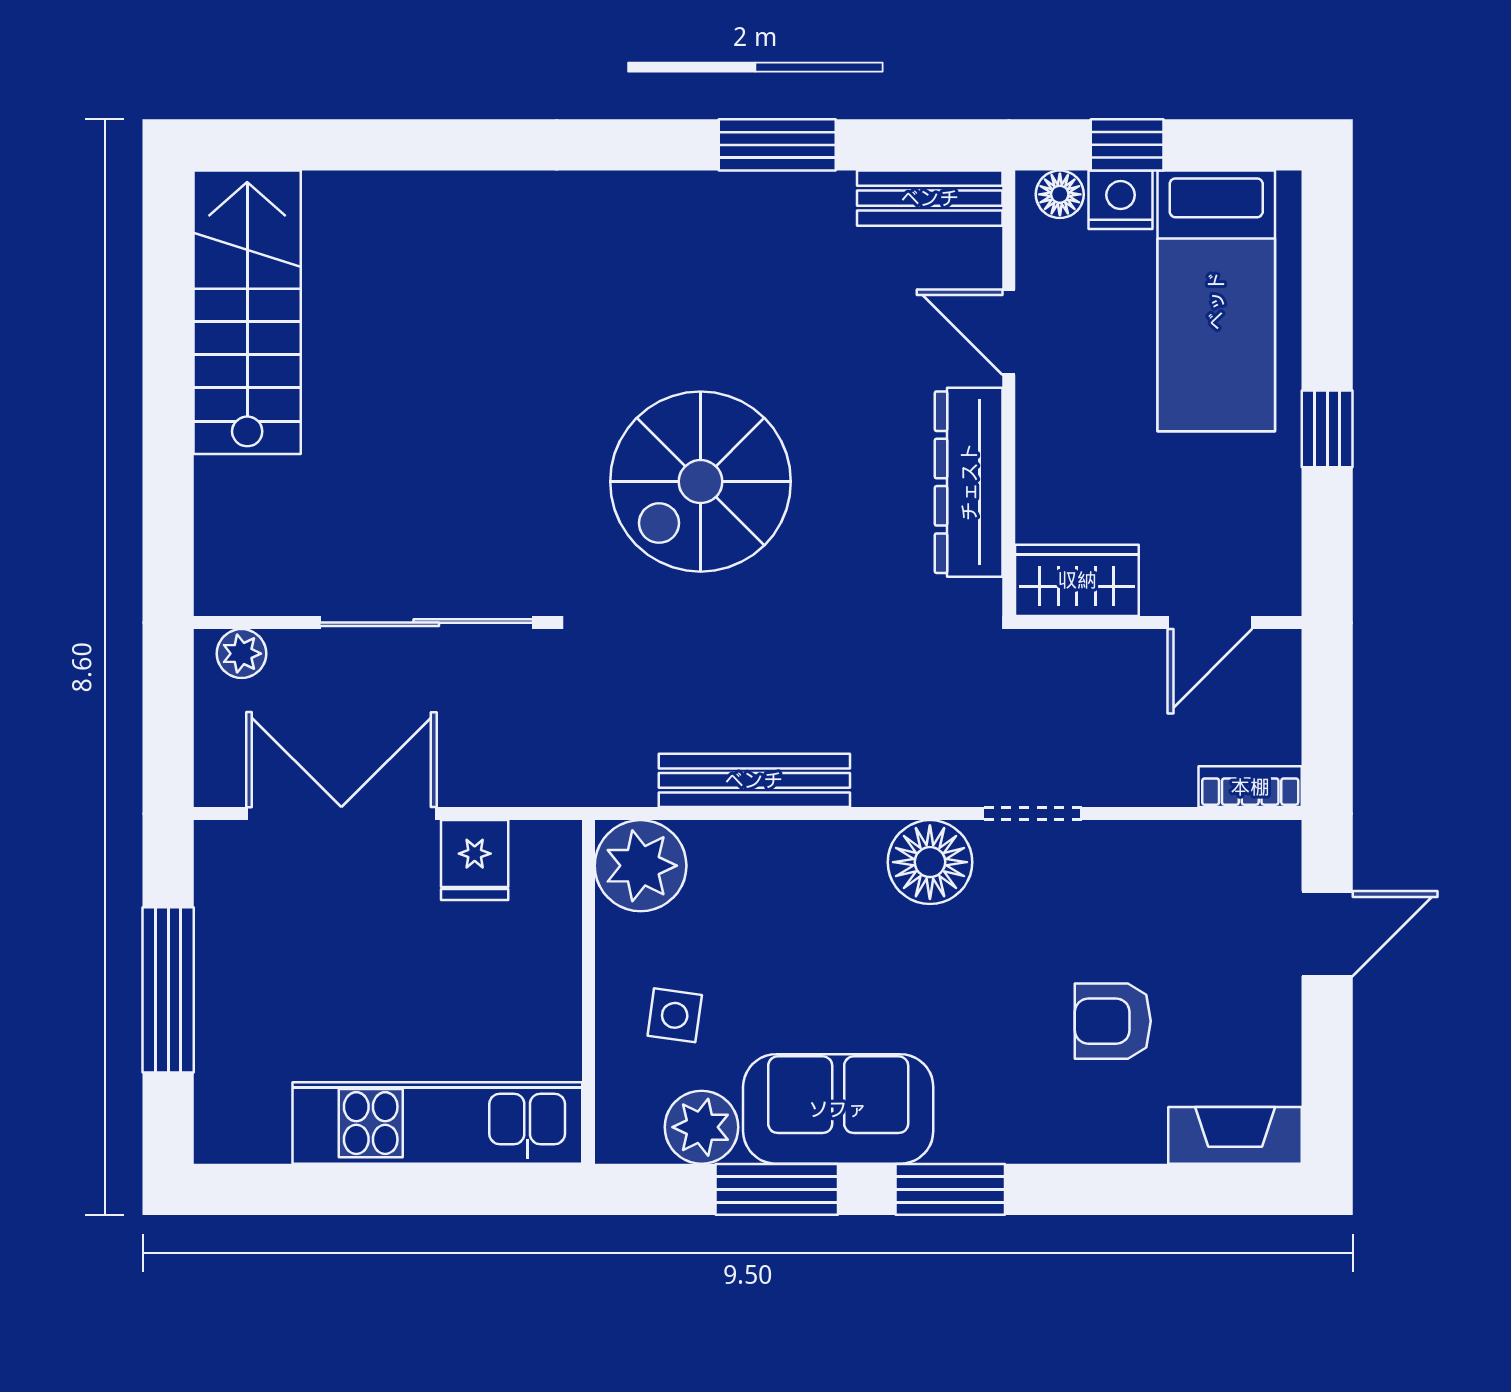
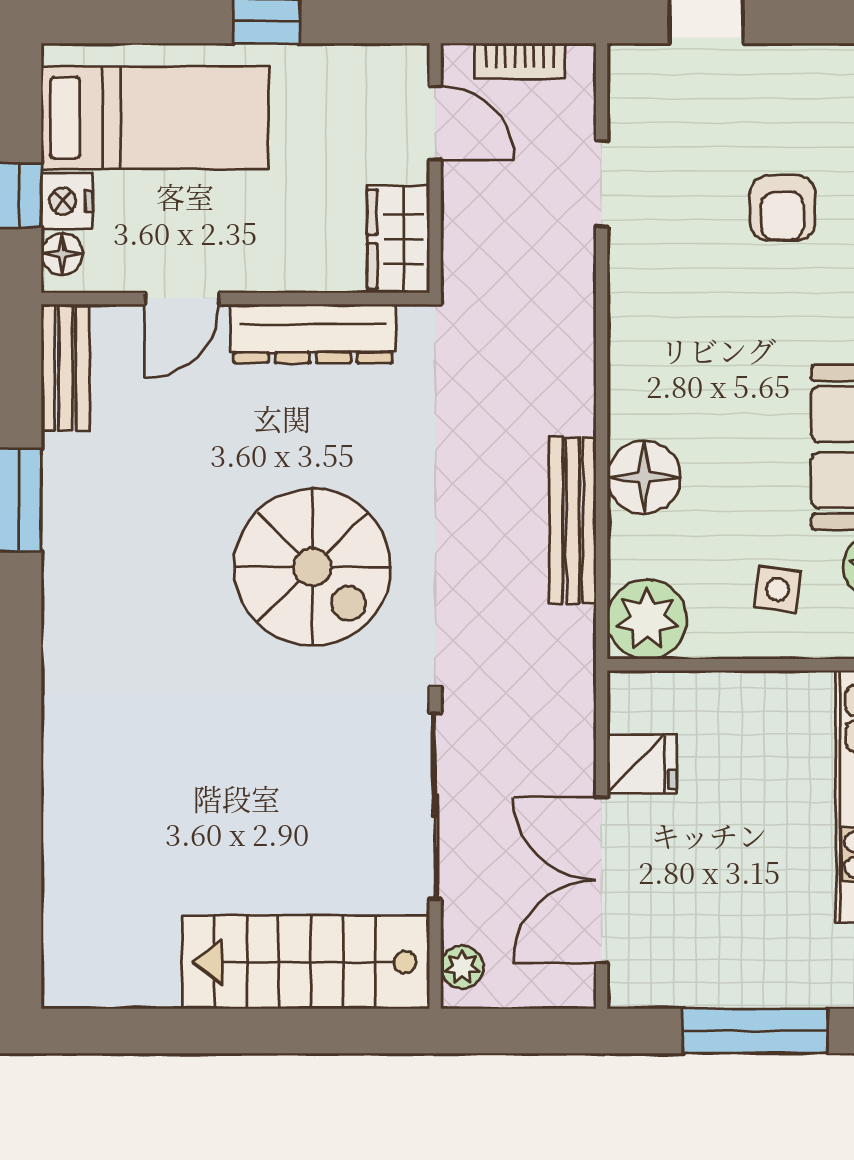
stairs: (247, 312) -> (306, 962), moved
bookcase: (1250, 787) -> (520, 61), moved, turned -90
doorway: (1032, 814) -> (602, 183), moved
floor lamp: (930, 862) -> (644, 477), moved

